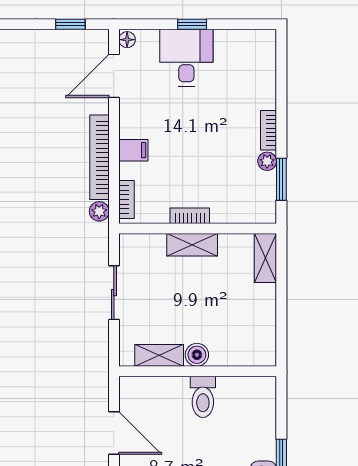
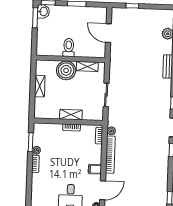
filing cabinet: (133, 150) -> (95, 169), moved
shelving: (265, 258) -> (40, 86), moved
boiler: (197, 355) -> (66, 70), width x1.86, depth x1.86

